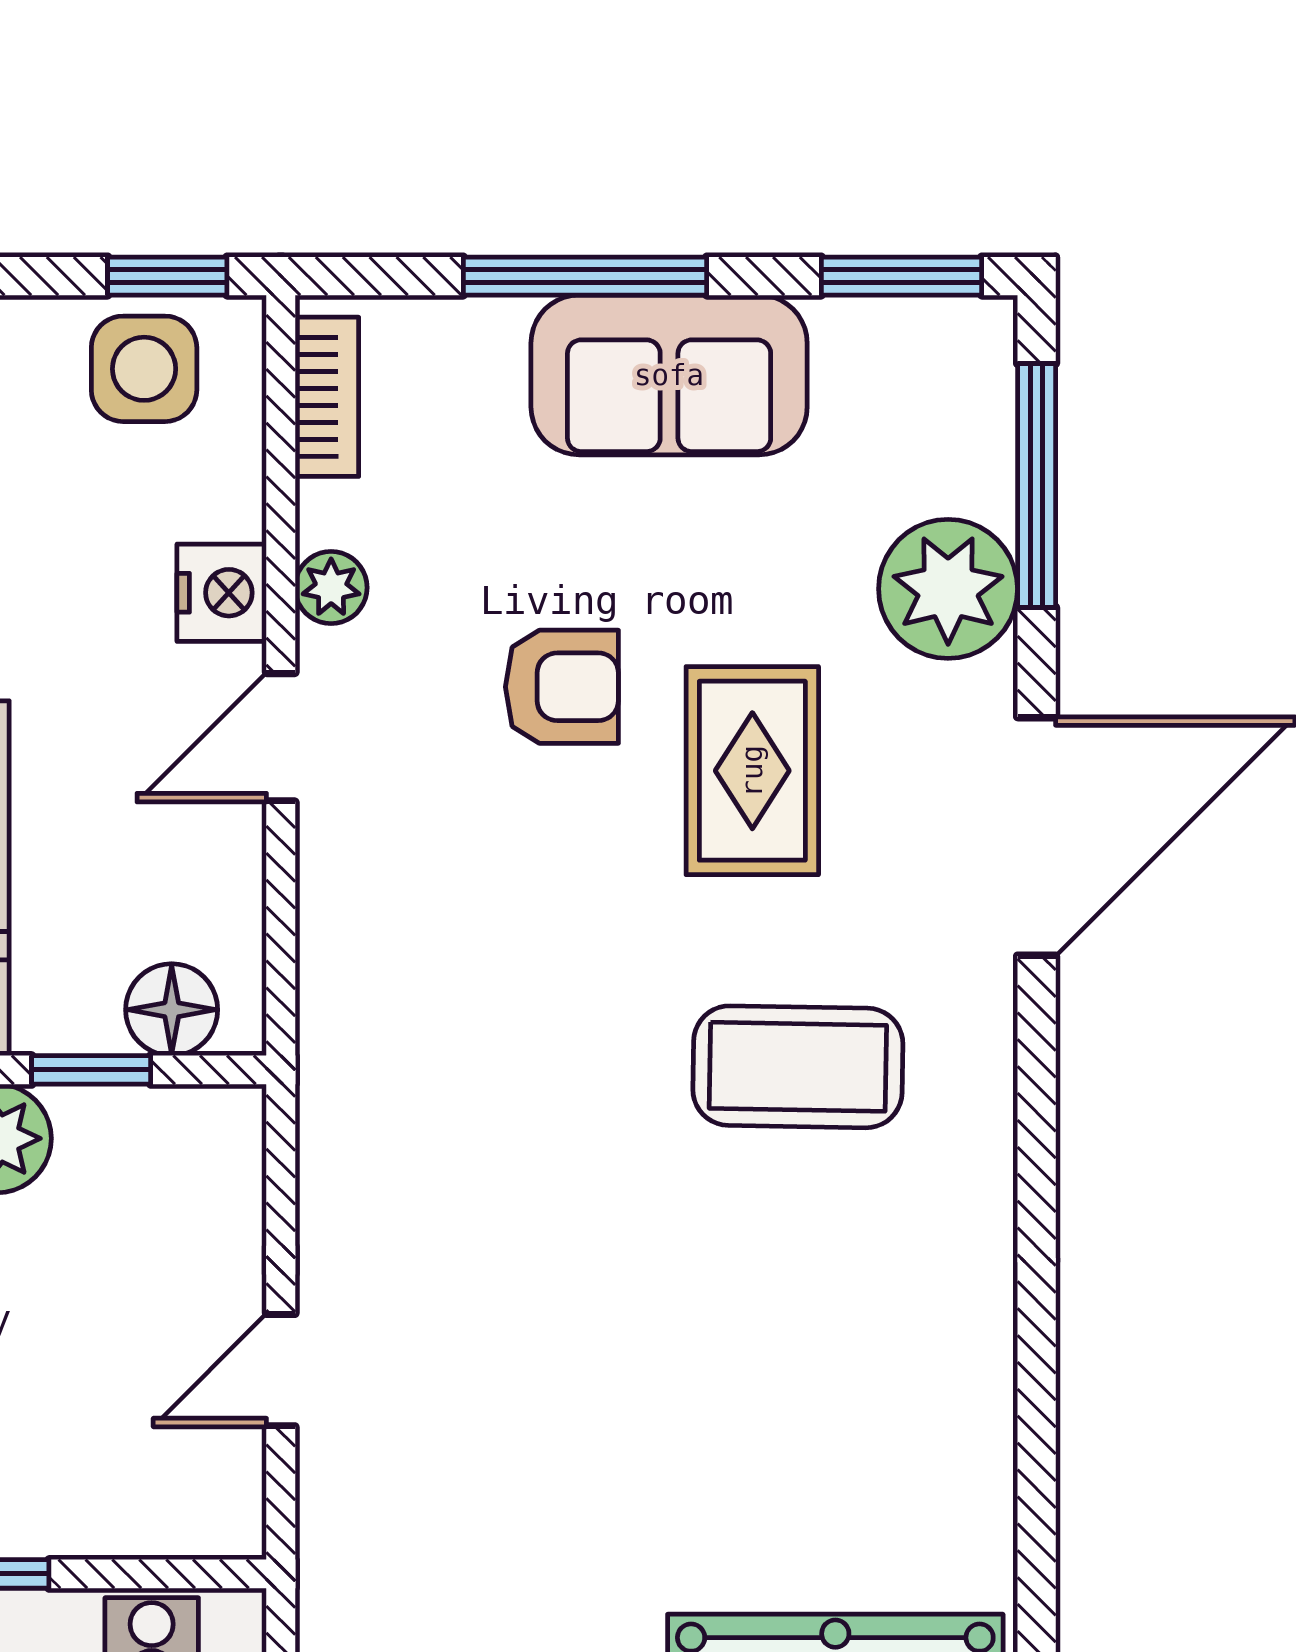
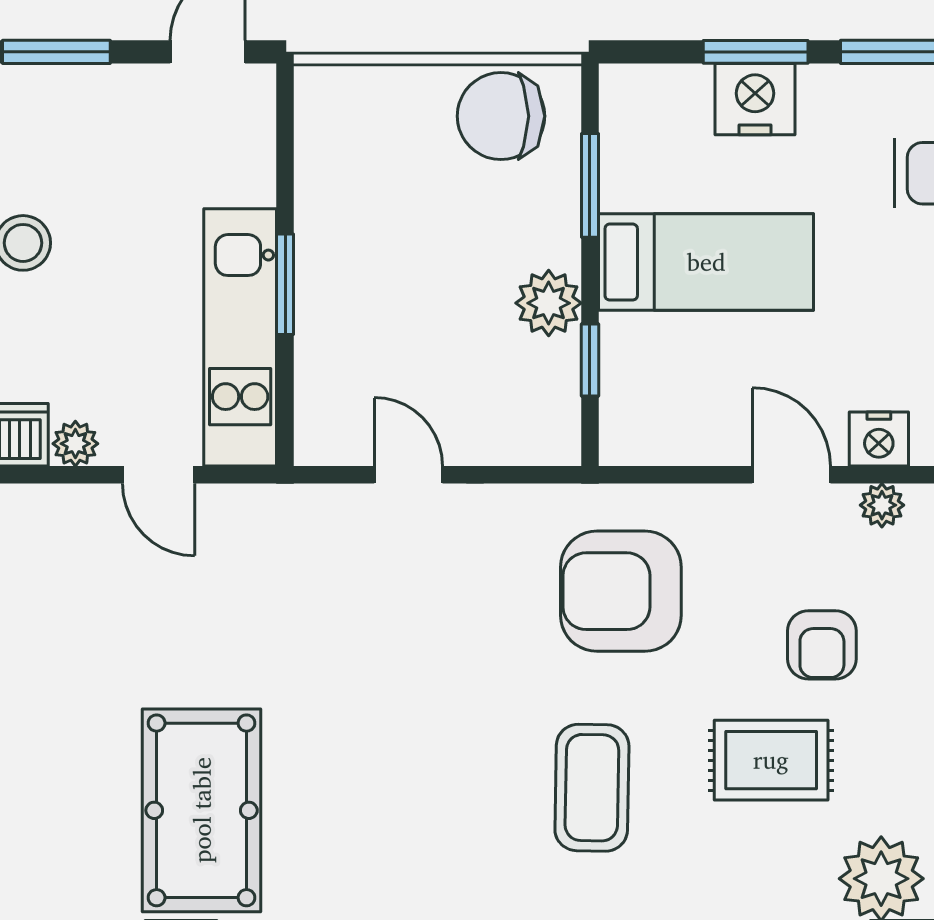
floor lamp: (172, 1010) -> (626, 409), removed
armchair: (473, 1019) -> (621, 591), added

